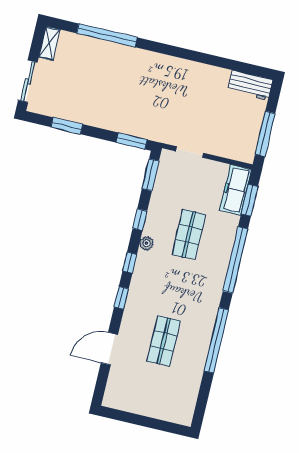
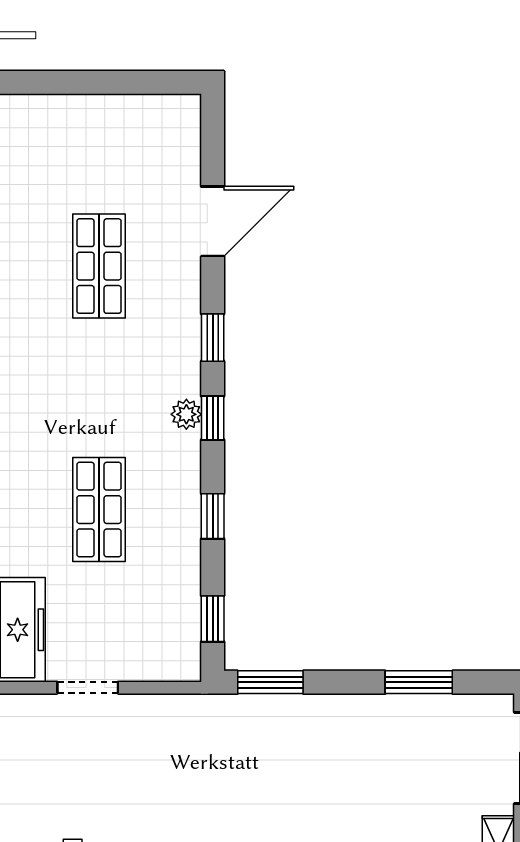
doorway: (190, 152) -> (88, 688), moved
window: (150, 175) -> (213, 619), width x0.67
plant: (146, 243) -> (186, 414), moved

